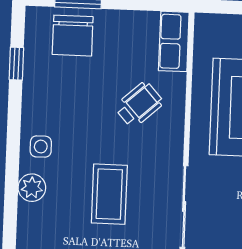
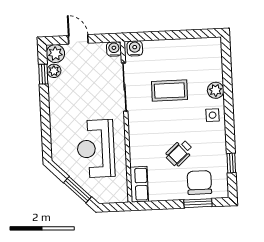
wheelchair: (139, 105) -> (179, 153), moved
coffee table: (109, 194) -> (169, 91), turned 90

